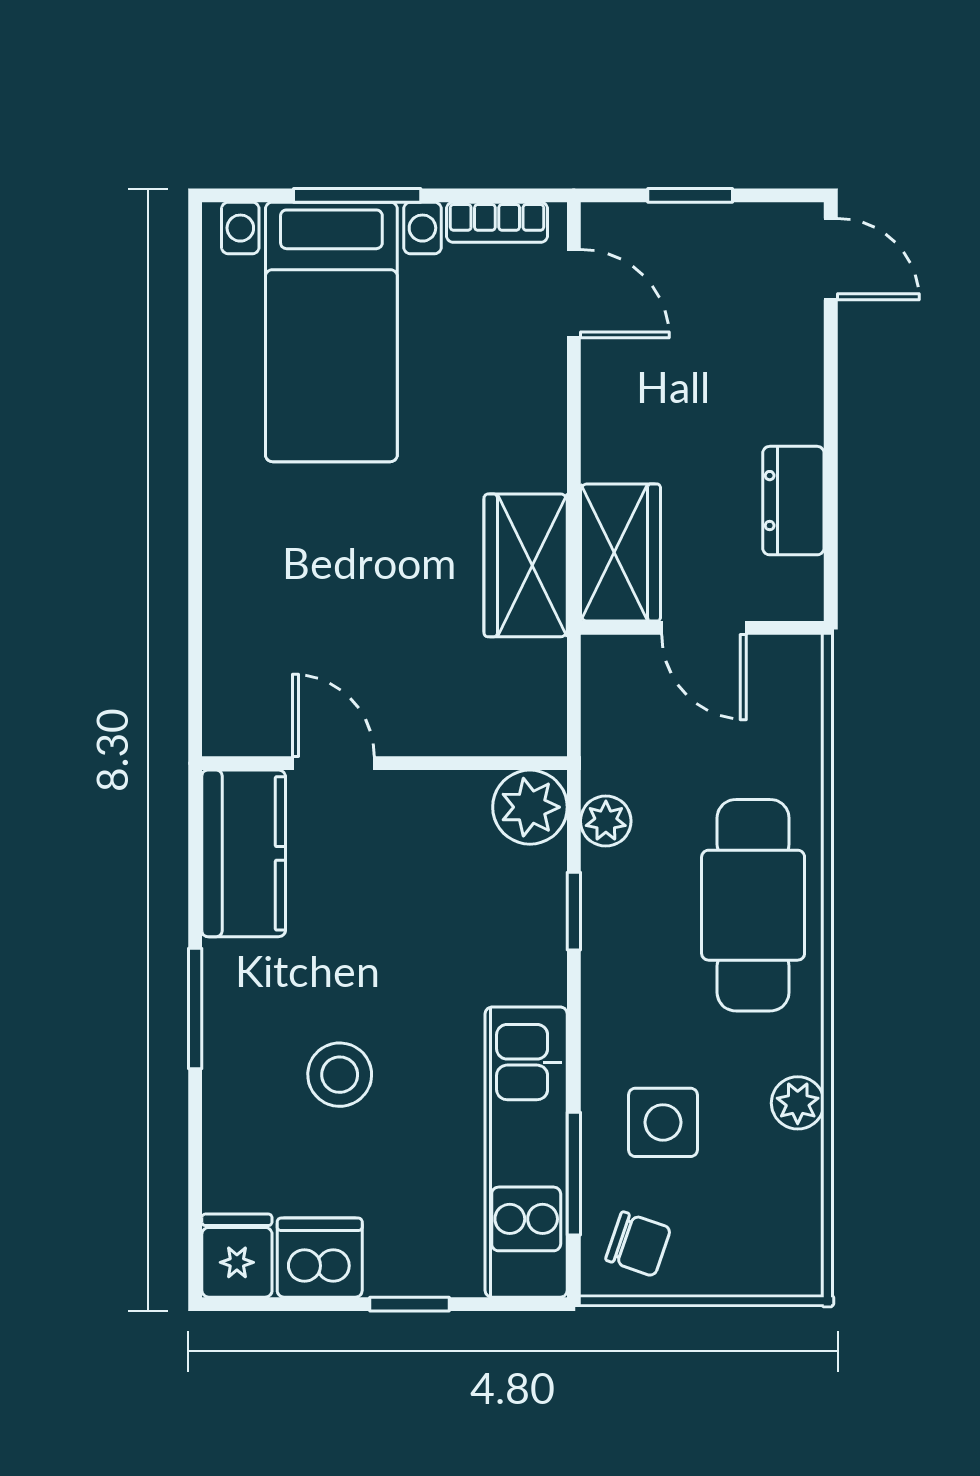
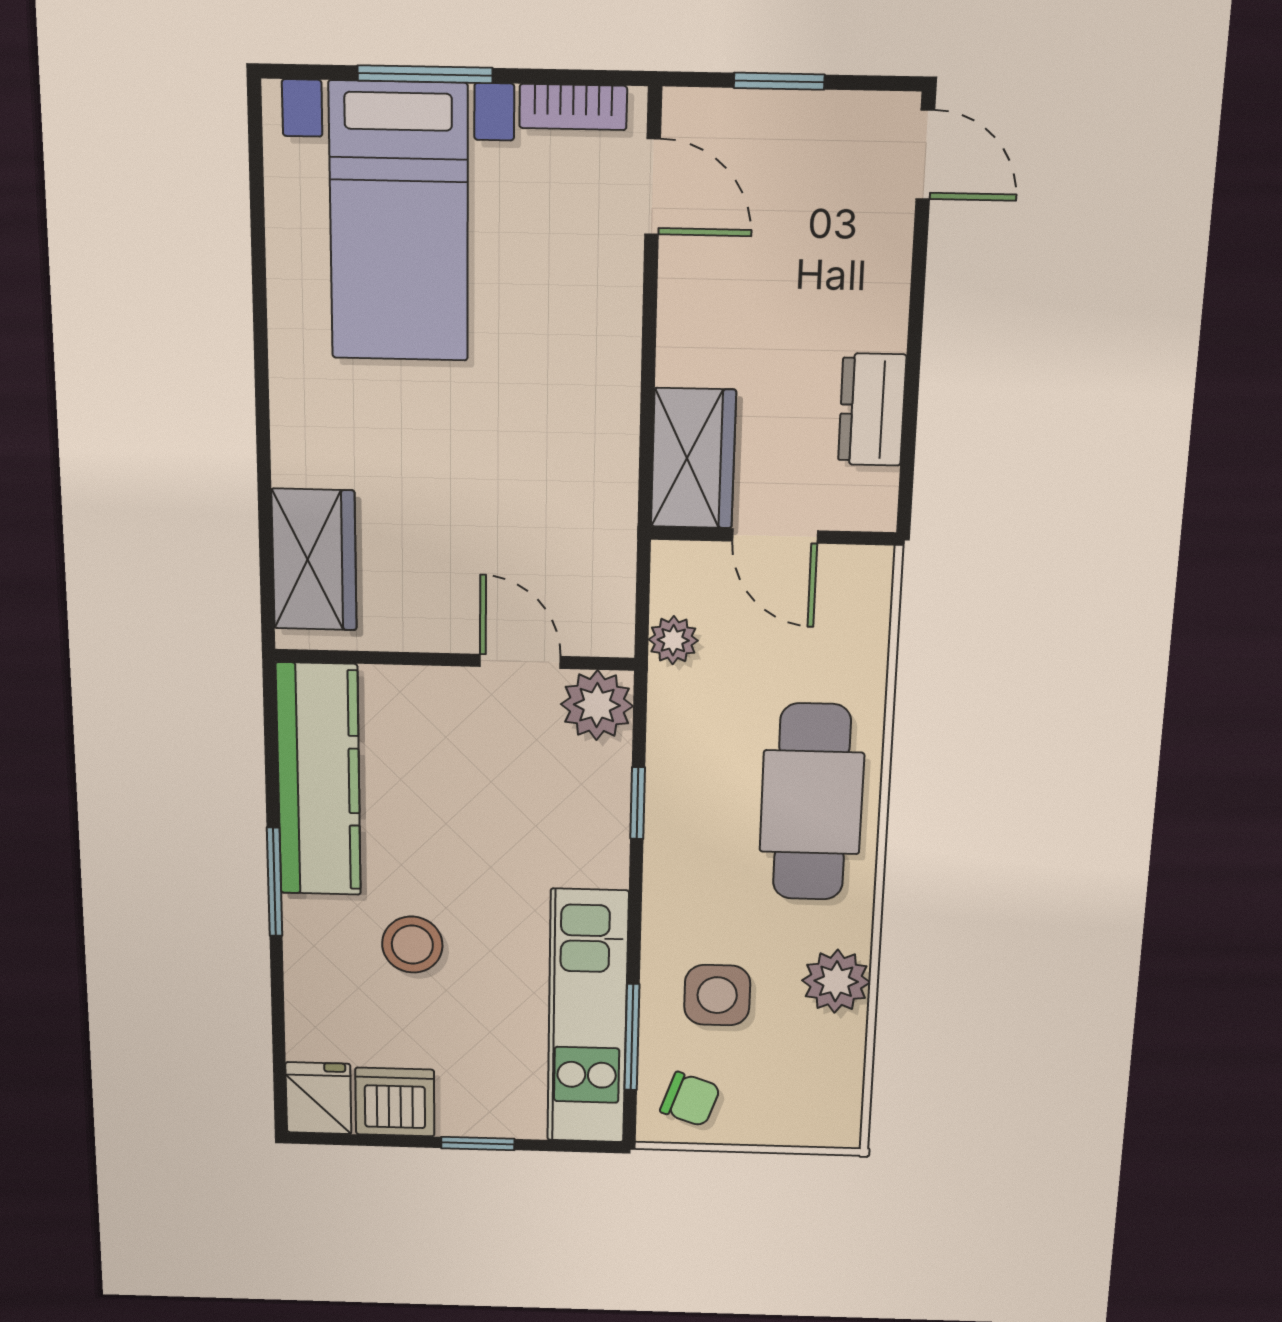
wardrobe: (526, 565) -> (314, 560), moved, turned 180
door: (333, 763) -> (520, 661), moved
plant: (606, 821) -> (673, 640), moved
kitchen counter: (244, 853) -> (319, 780), width x1.50
plant: (798, 1103) -> (836, 981), width x1.38, depth x1.38

